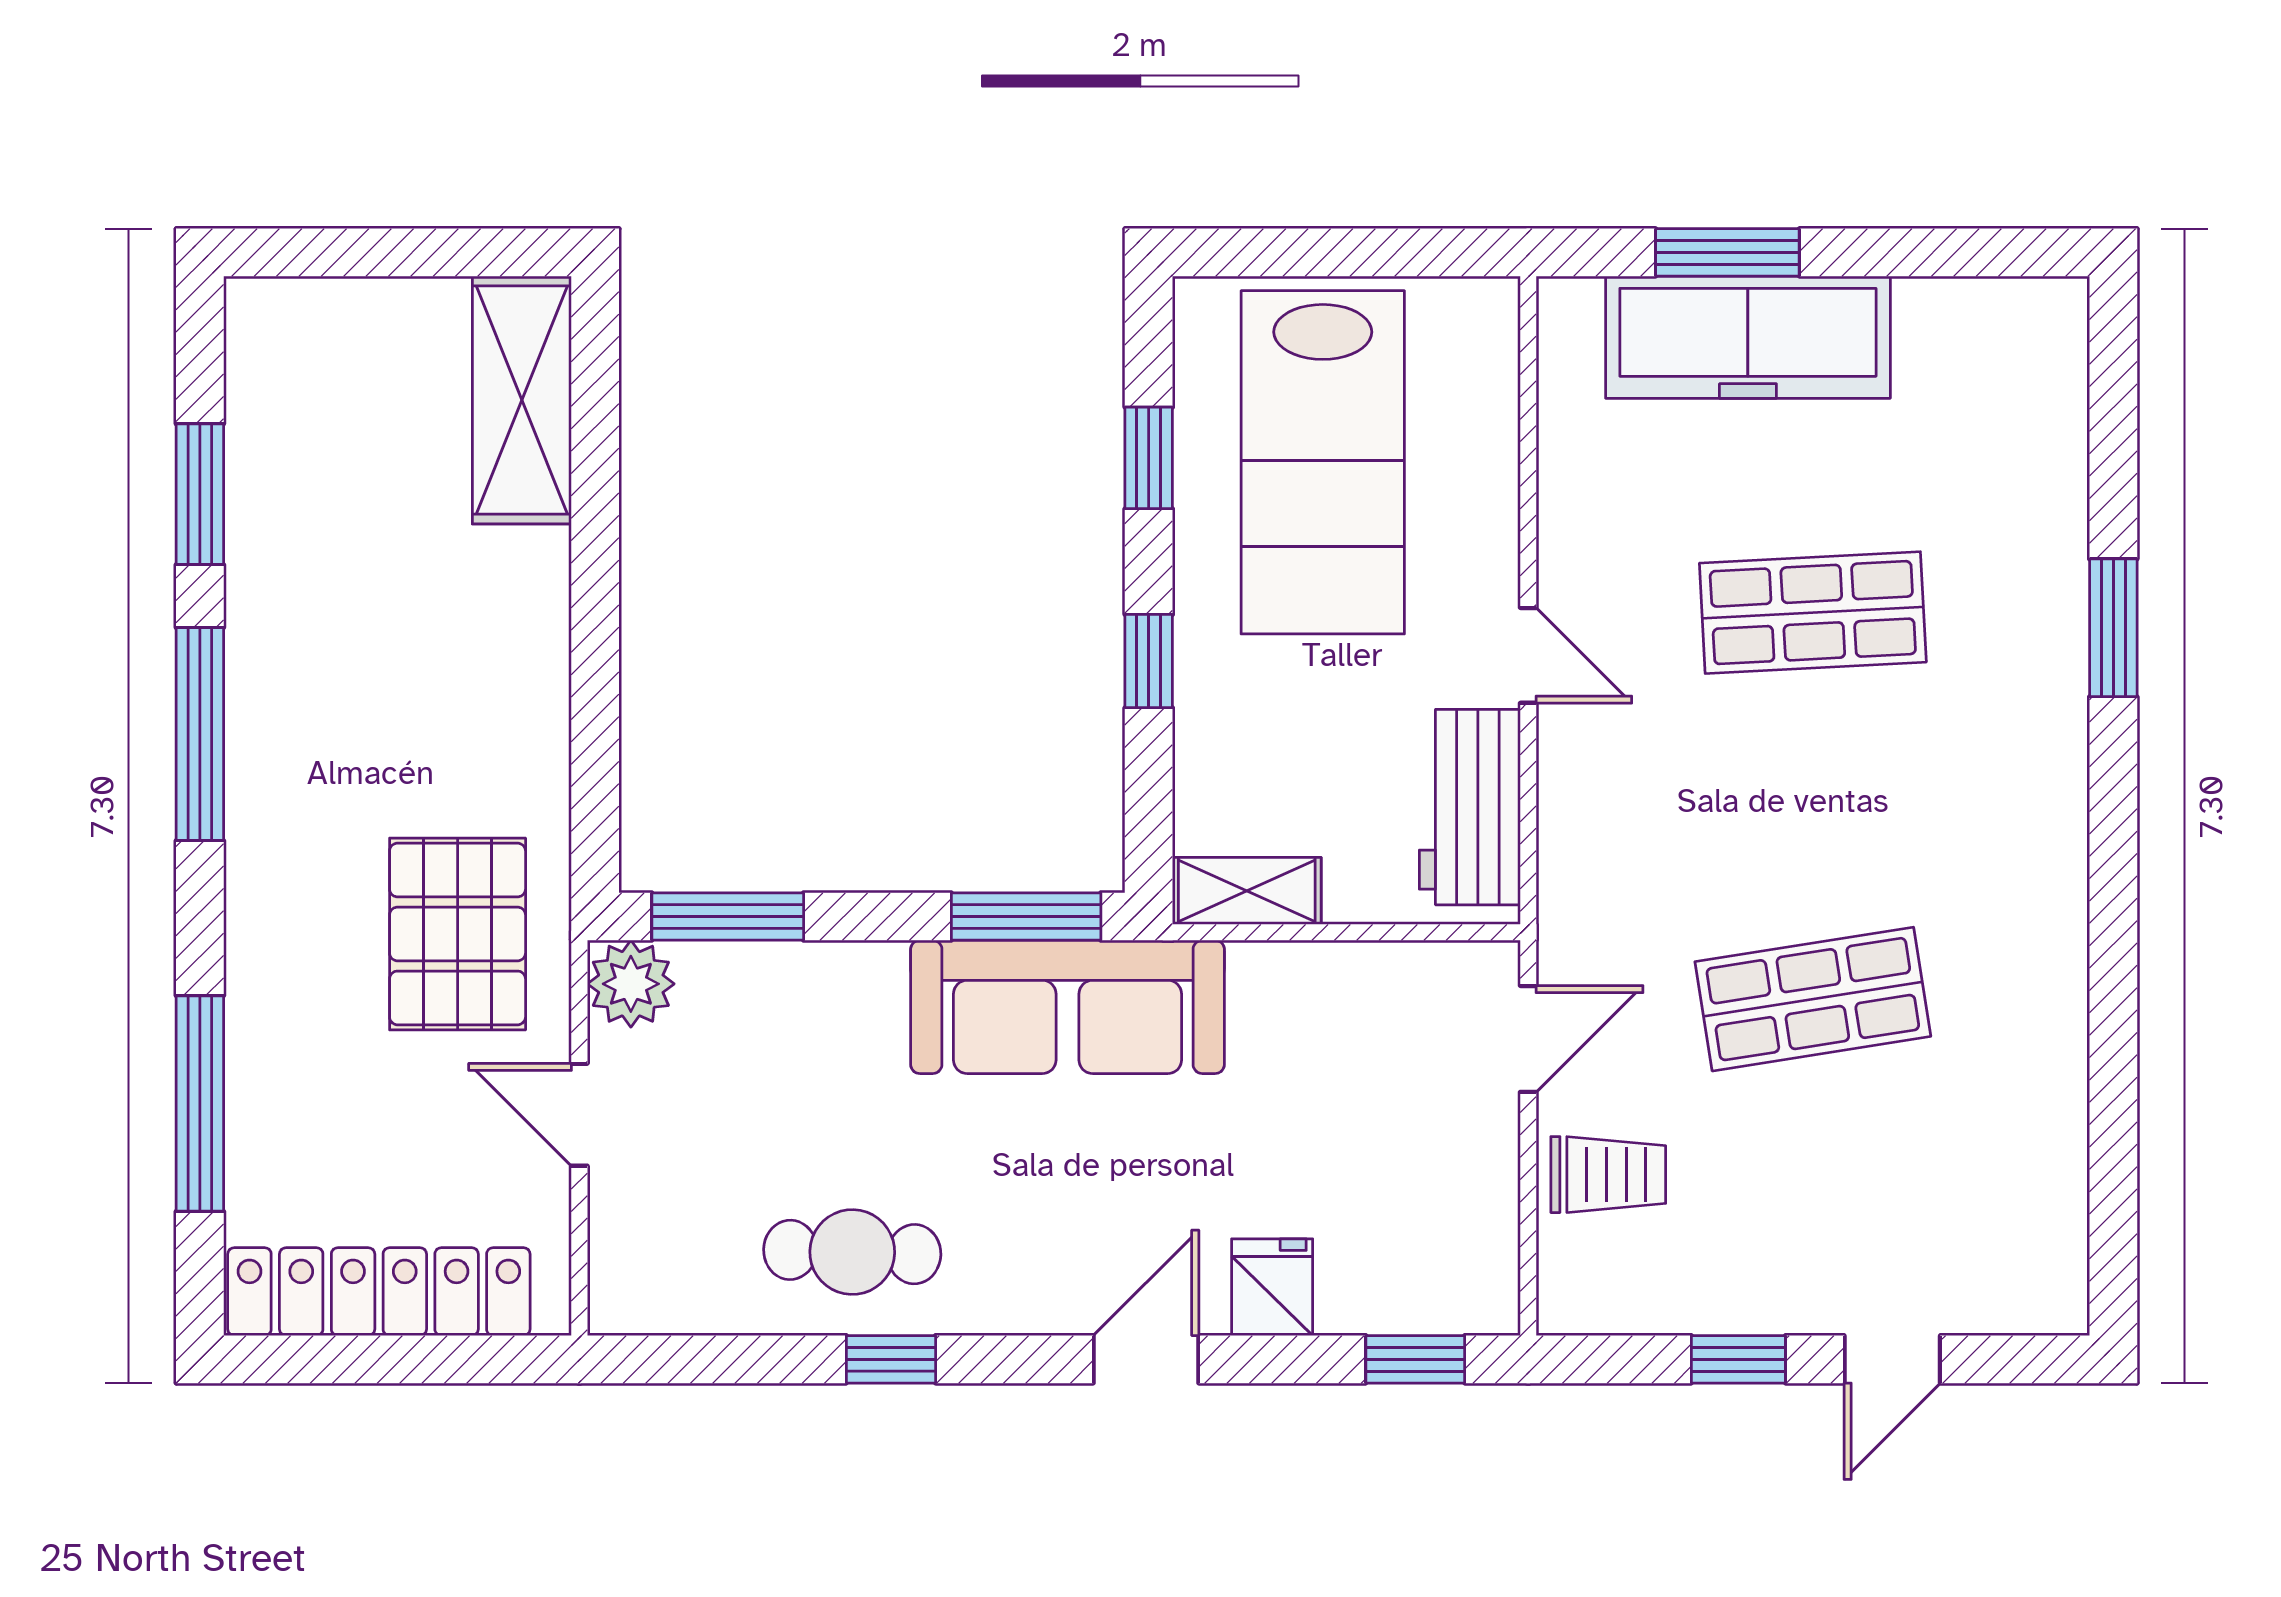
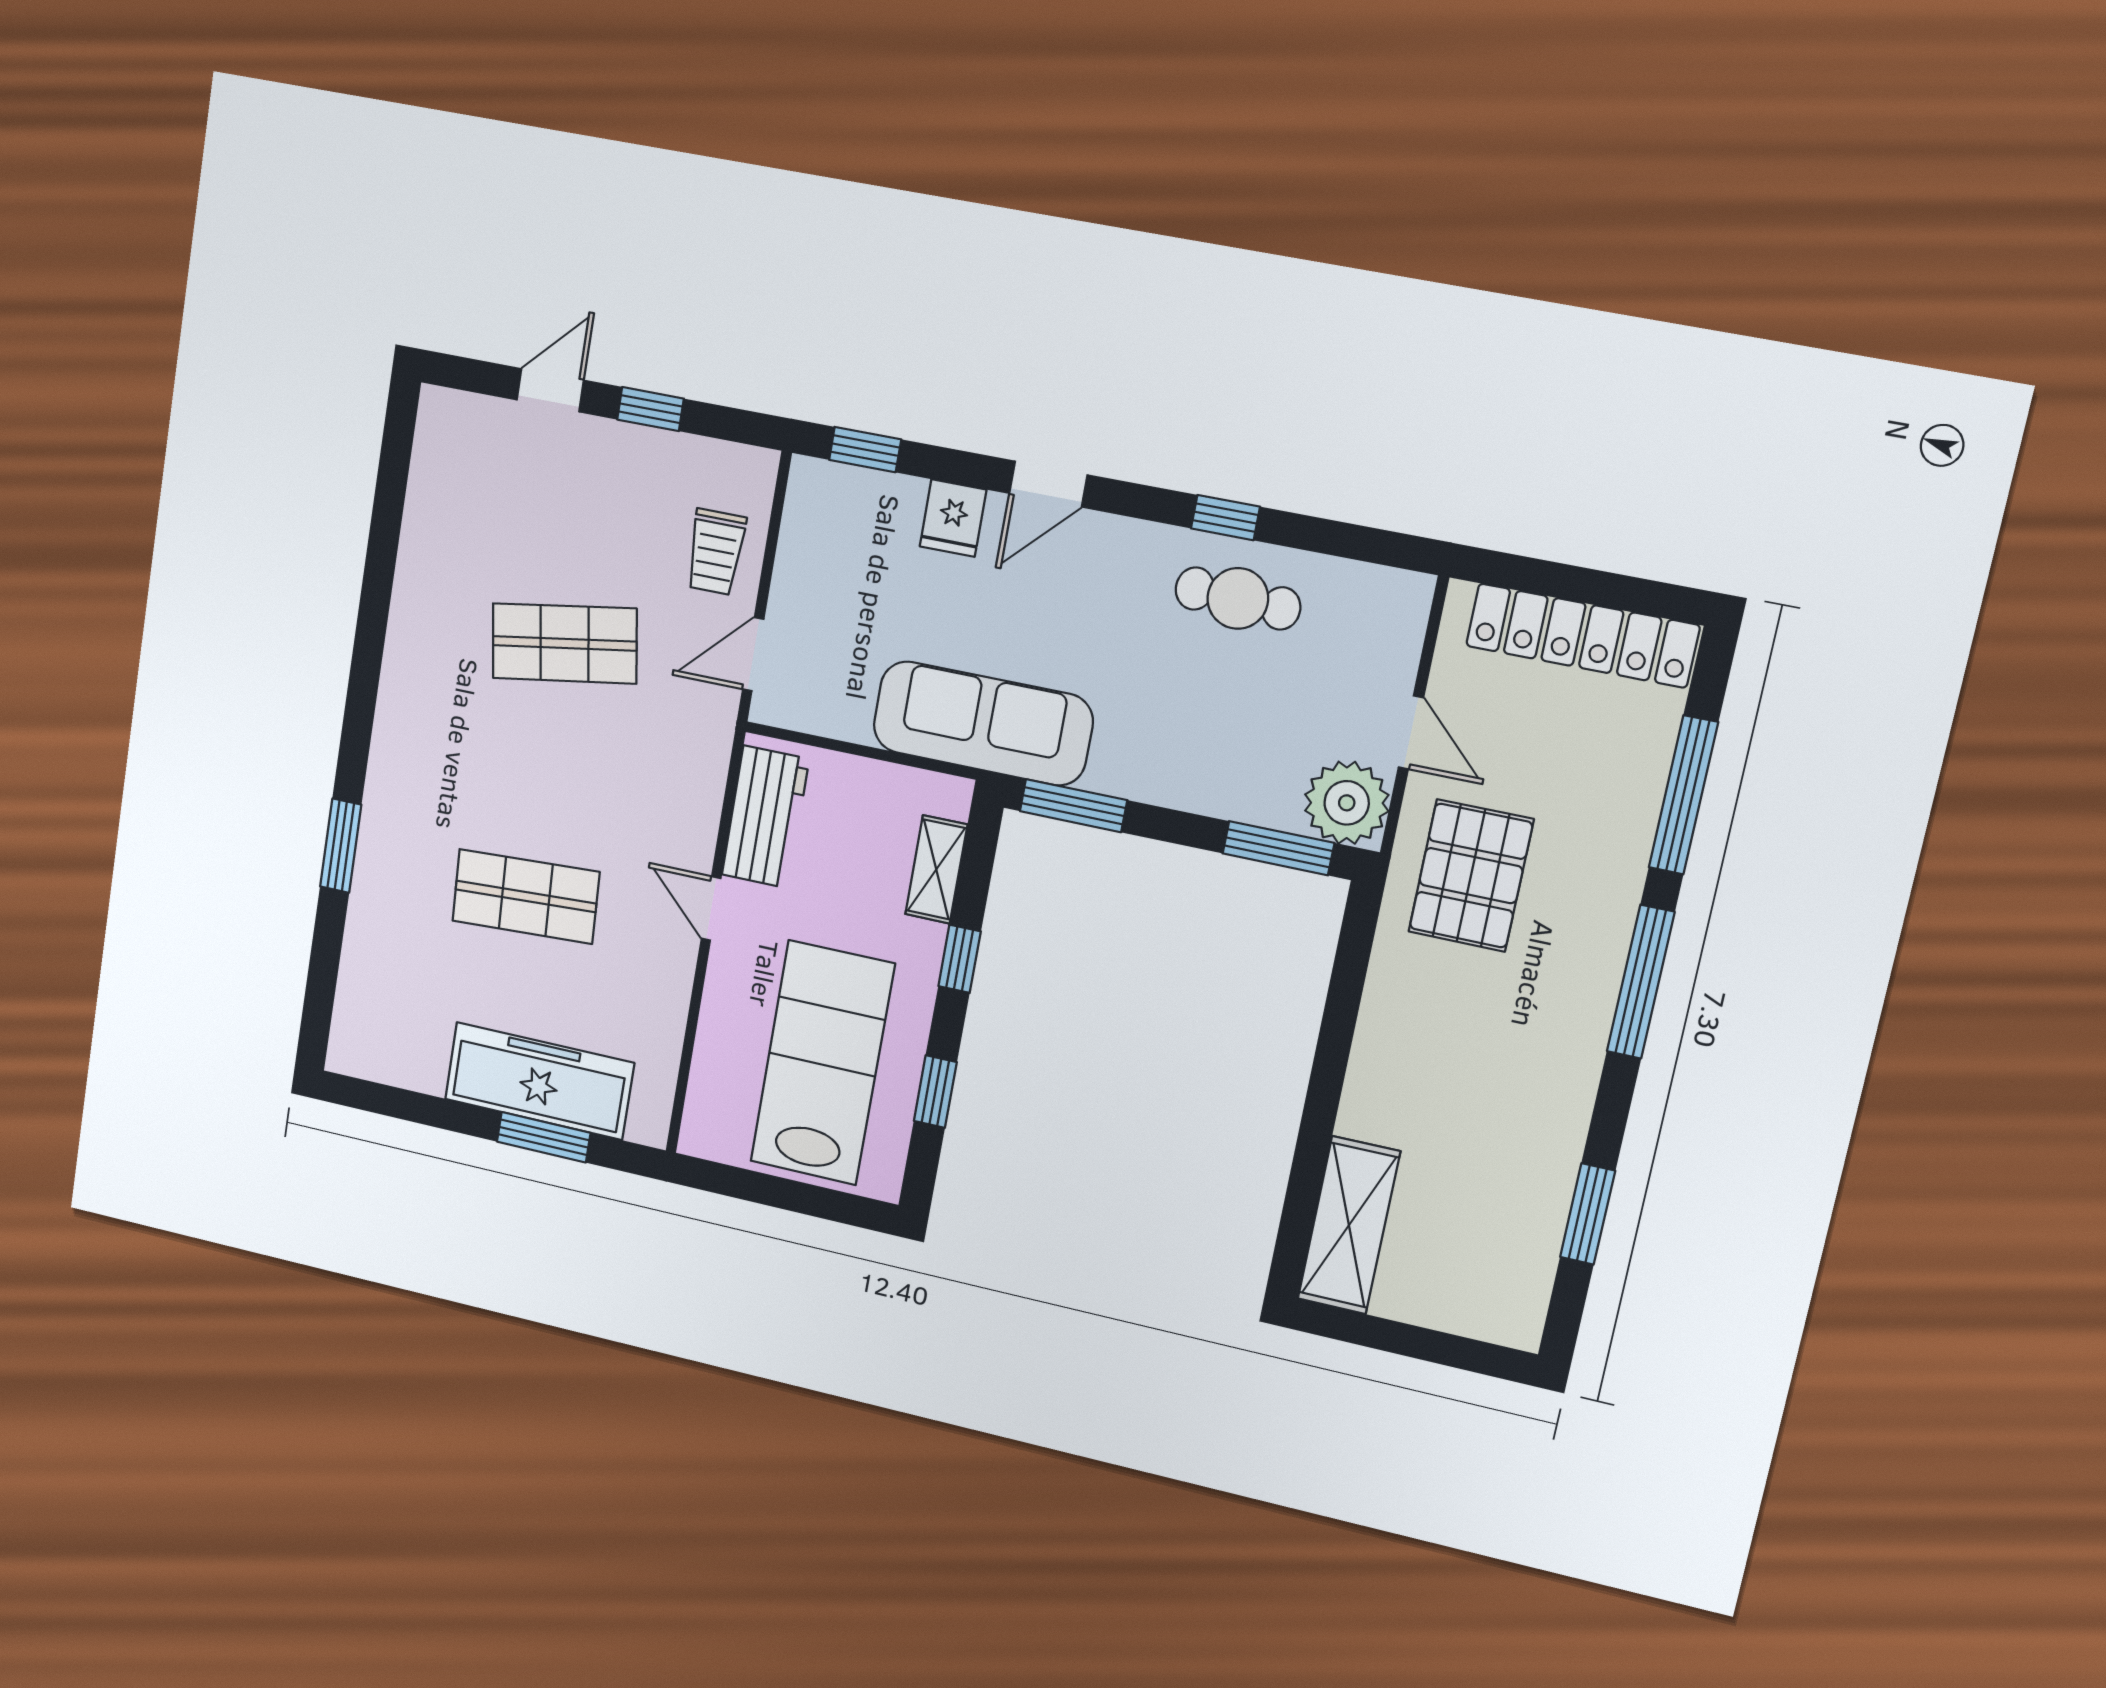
window: (200, 734) -> (1641, 982), moved
shelving: (1247, 891) -> (936, 869), moved, turned 90
plant: (631, 984) -> (1347, 803), width x1.36, depth x1.36
sofa: (1067, 1007) -> (983, 723), moved
trolley: (1608, 1175) -> (716, 552), turned -90

